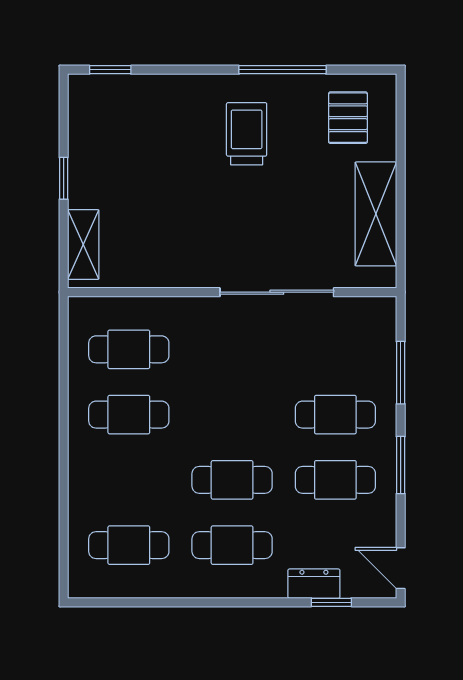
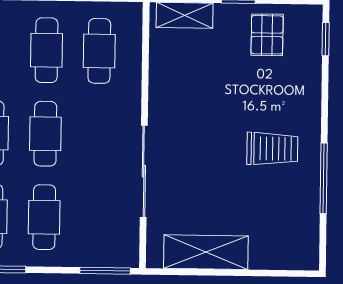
pallet: (348, 118) -> (267, 35), moved, turned 90
window: (401, 373) -> (105, 271), moved
cafe table: (232, 415) -> (45, 134), added

